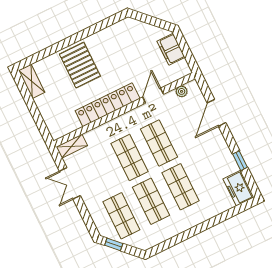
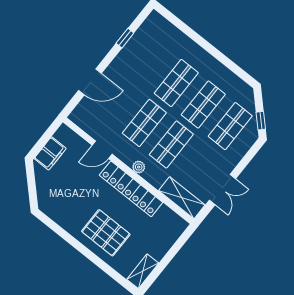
pallet: (80, 65) -> (106, 233), turned 90
plant: (182, 91) -> (139, 167), moved
shelving: (72, 146) -> (182, 198), width x1.50, depth x1.33
freezer: (238, 188) -> (152, 27), removed

